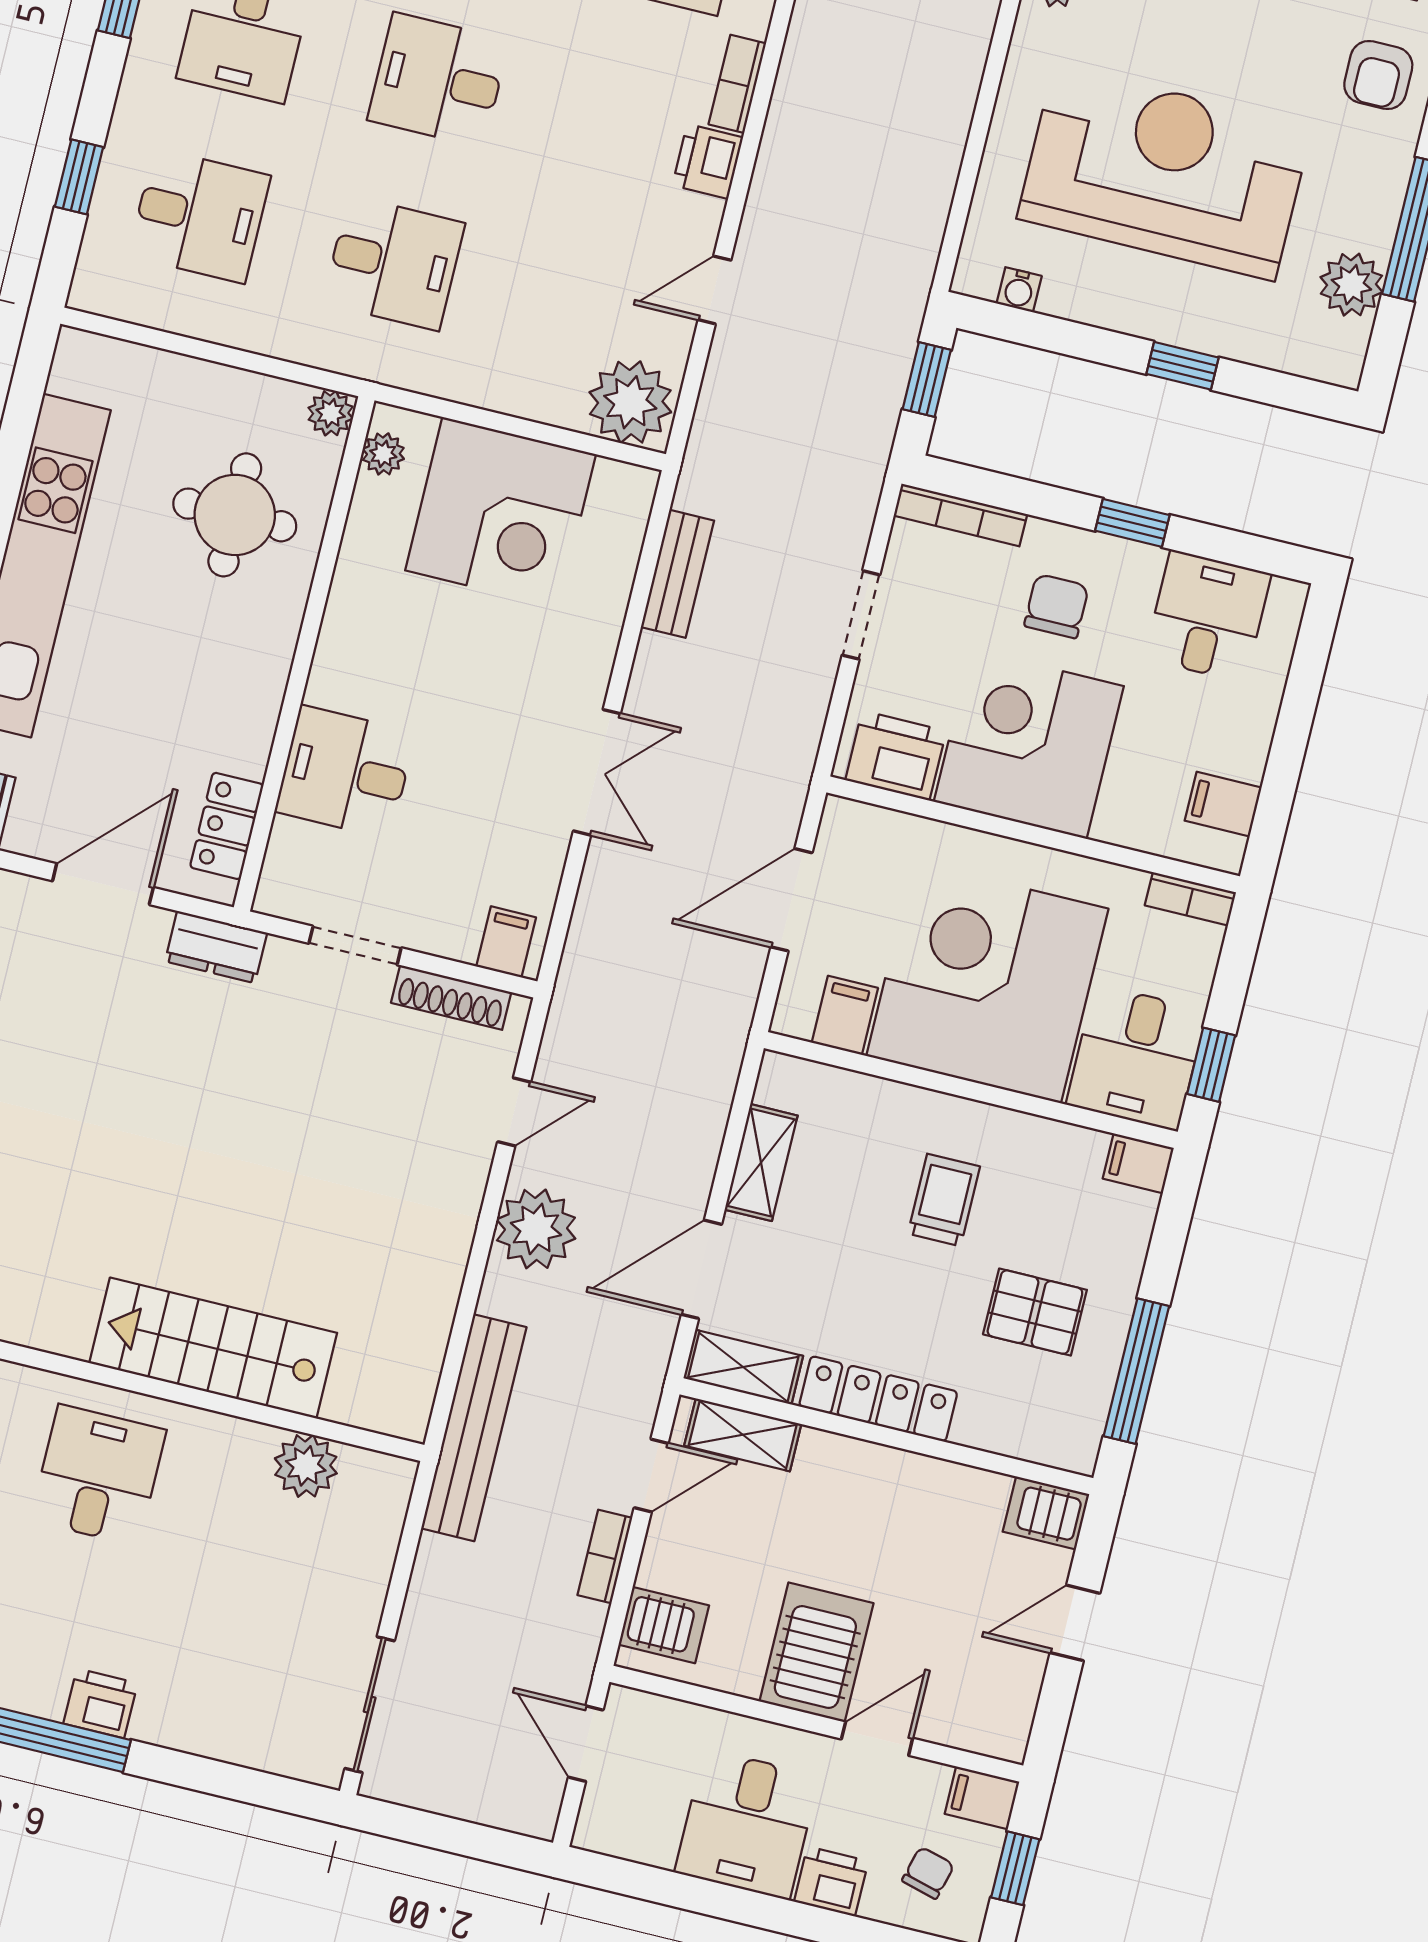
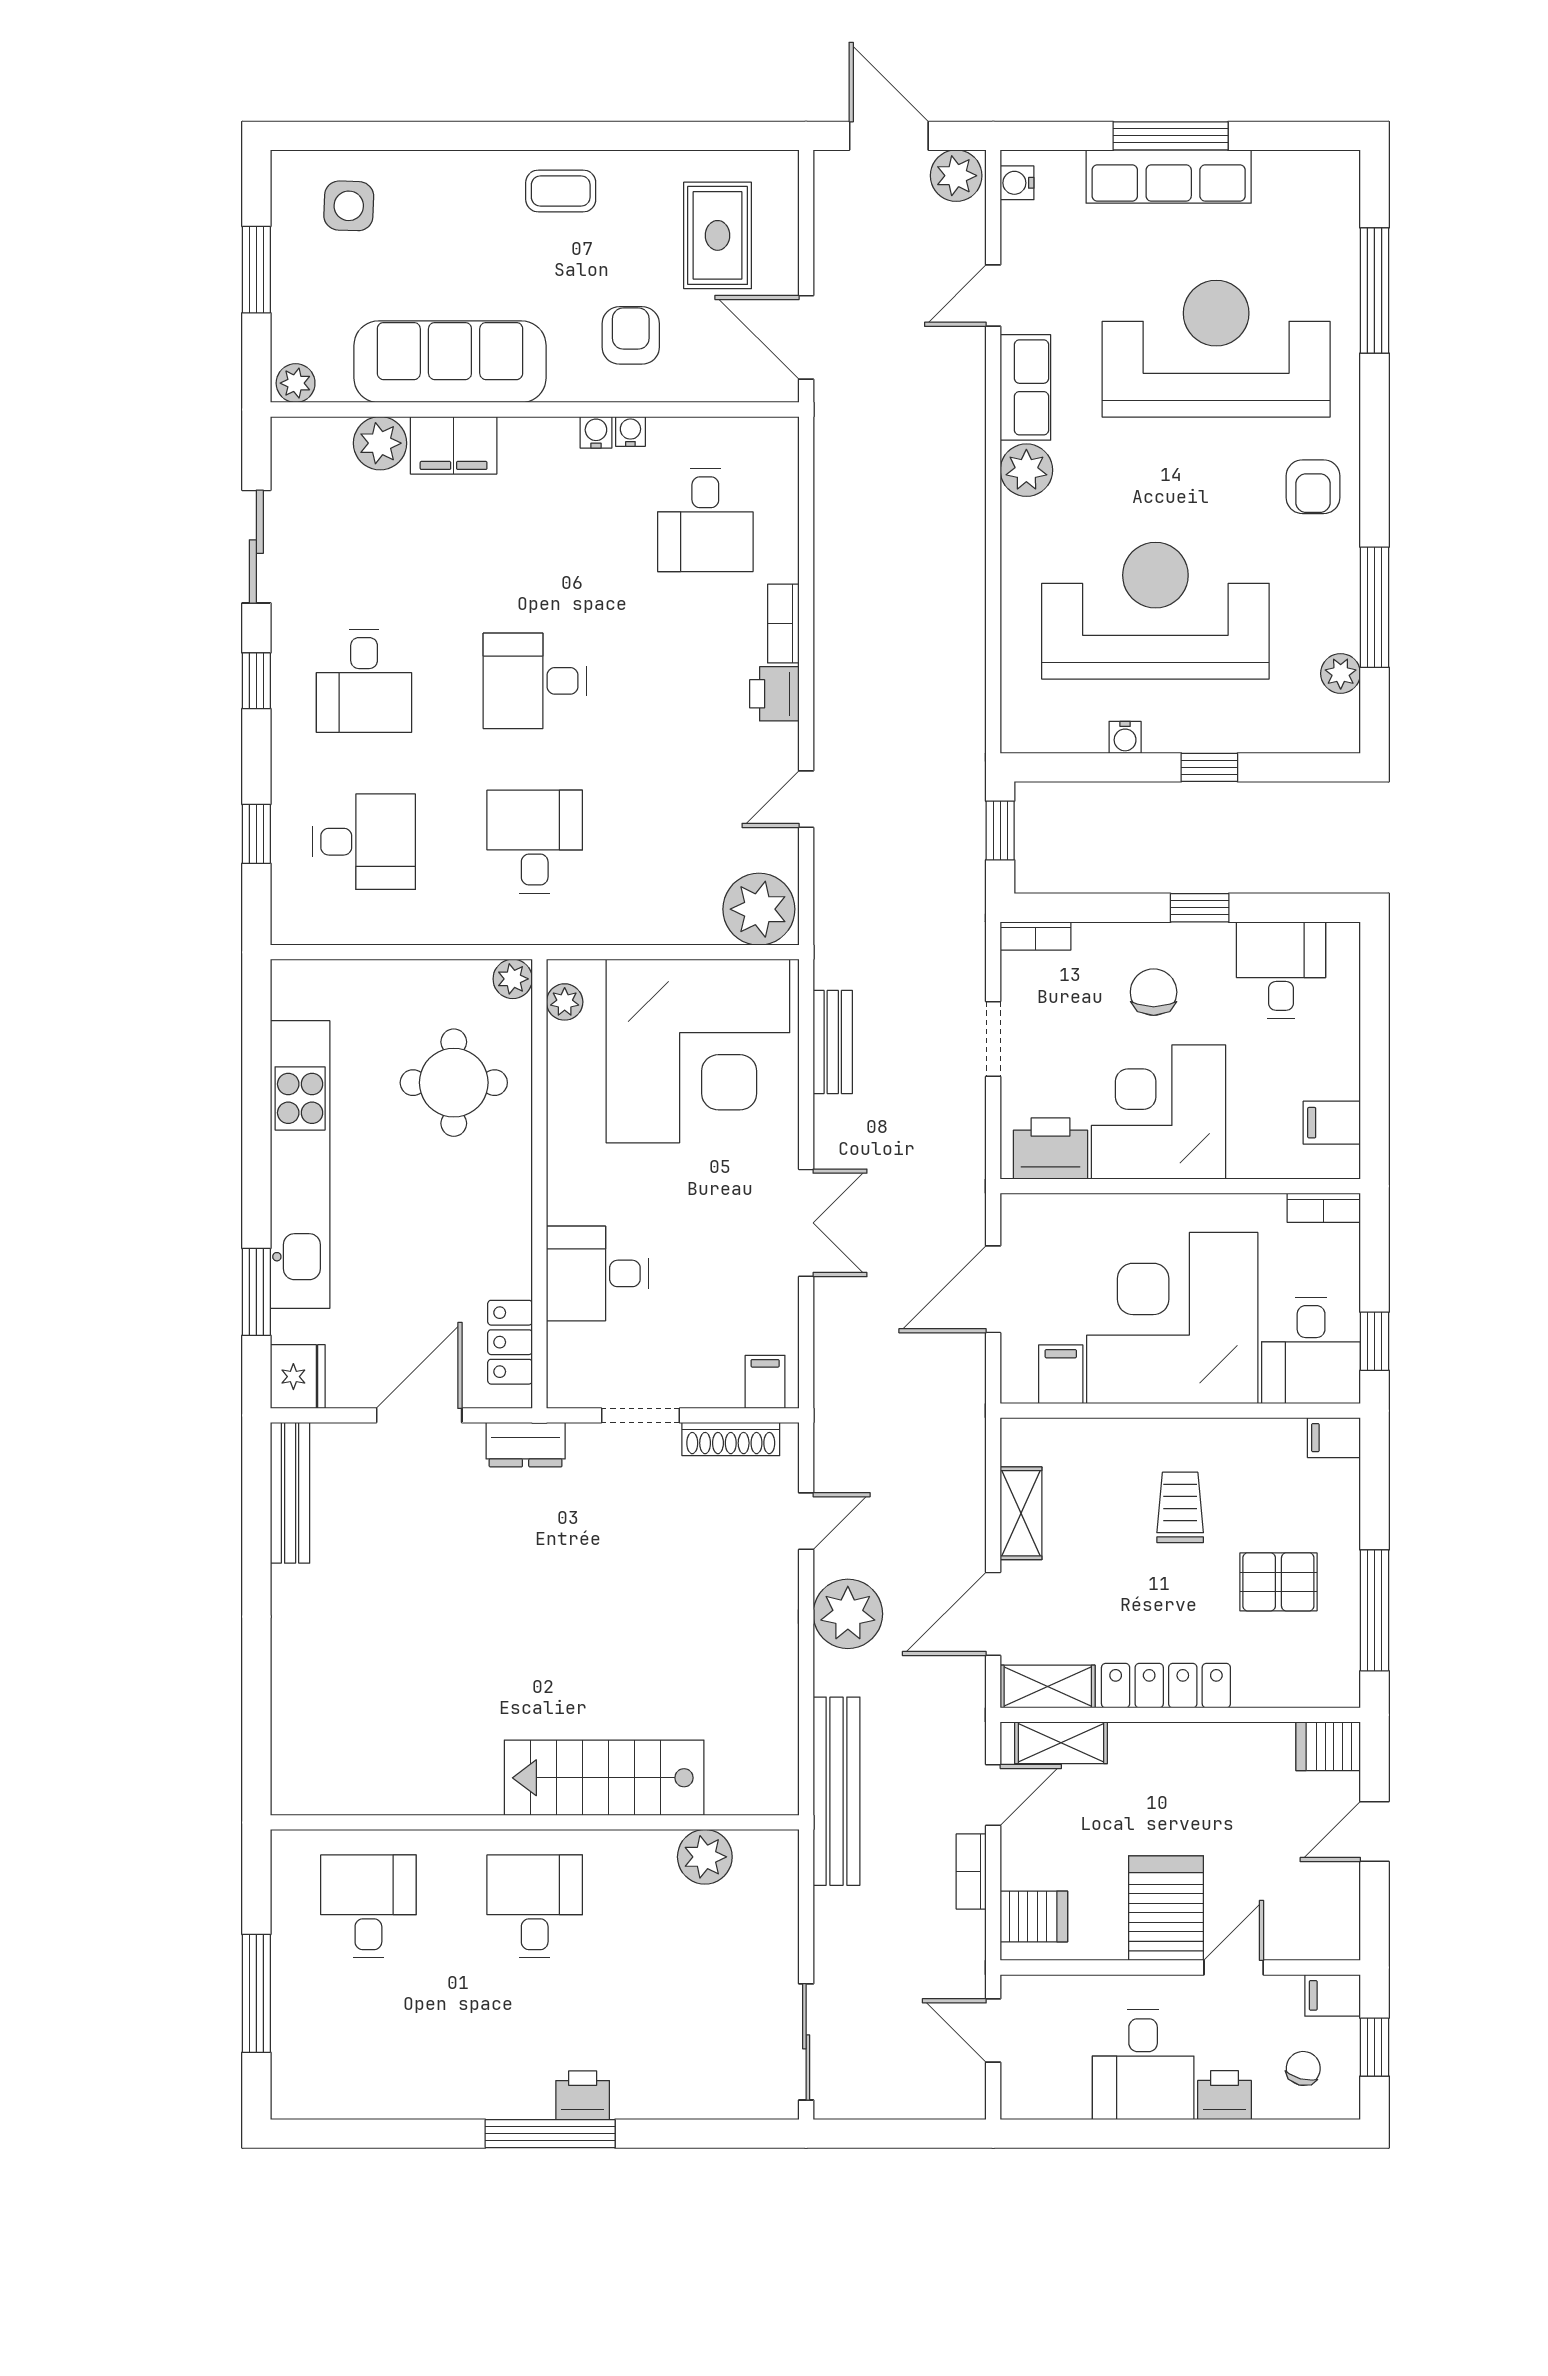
desk: (394, 263) -> (535, 842), turned -90
plant: (1351, 285) -> (1341, 673), width x0.73, depth x0.73
water cooler: (1019, 290) -> (1125, 737), moved
corner desk: (501, 512) -> (698, 1051), width x1.36, depth x1.36
bookcase: (960, 515) -> (1036, 936), width x0.64

